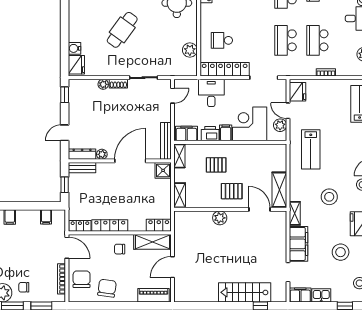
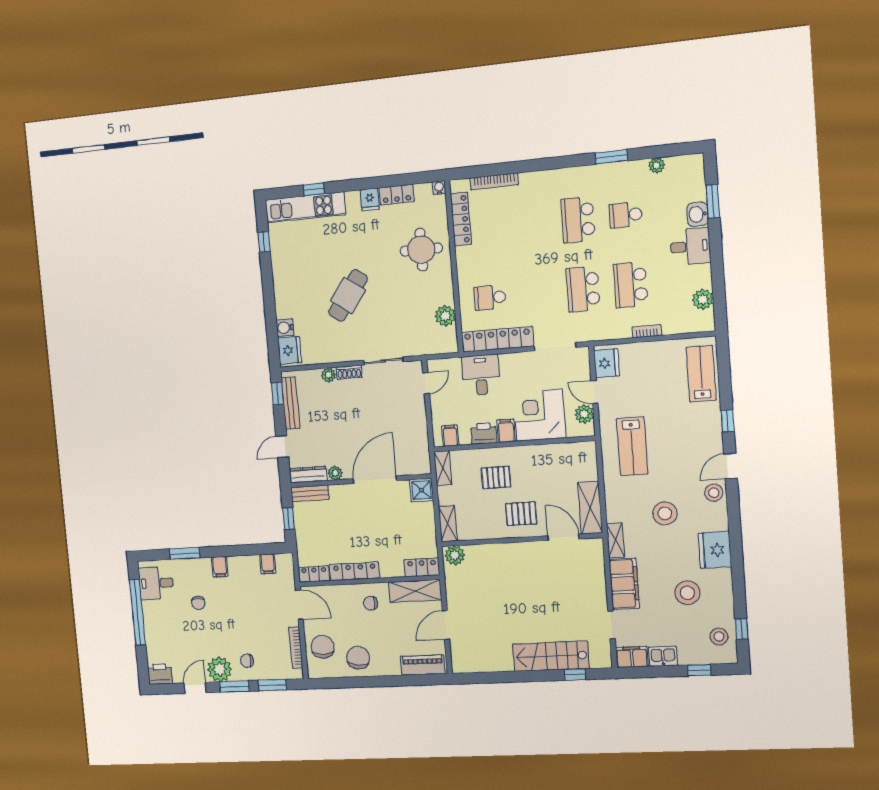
filing cabinet: (186, 134) -> (450, 436), width x0.50
bench: (166, 141) -> (290, 403), moved
plant: (220, 218) -> (455, 555), moved

